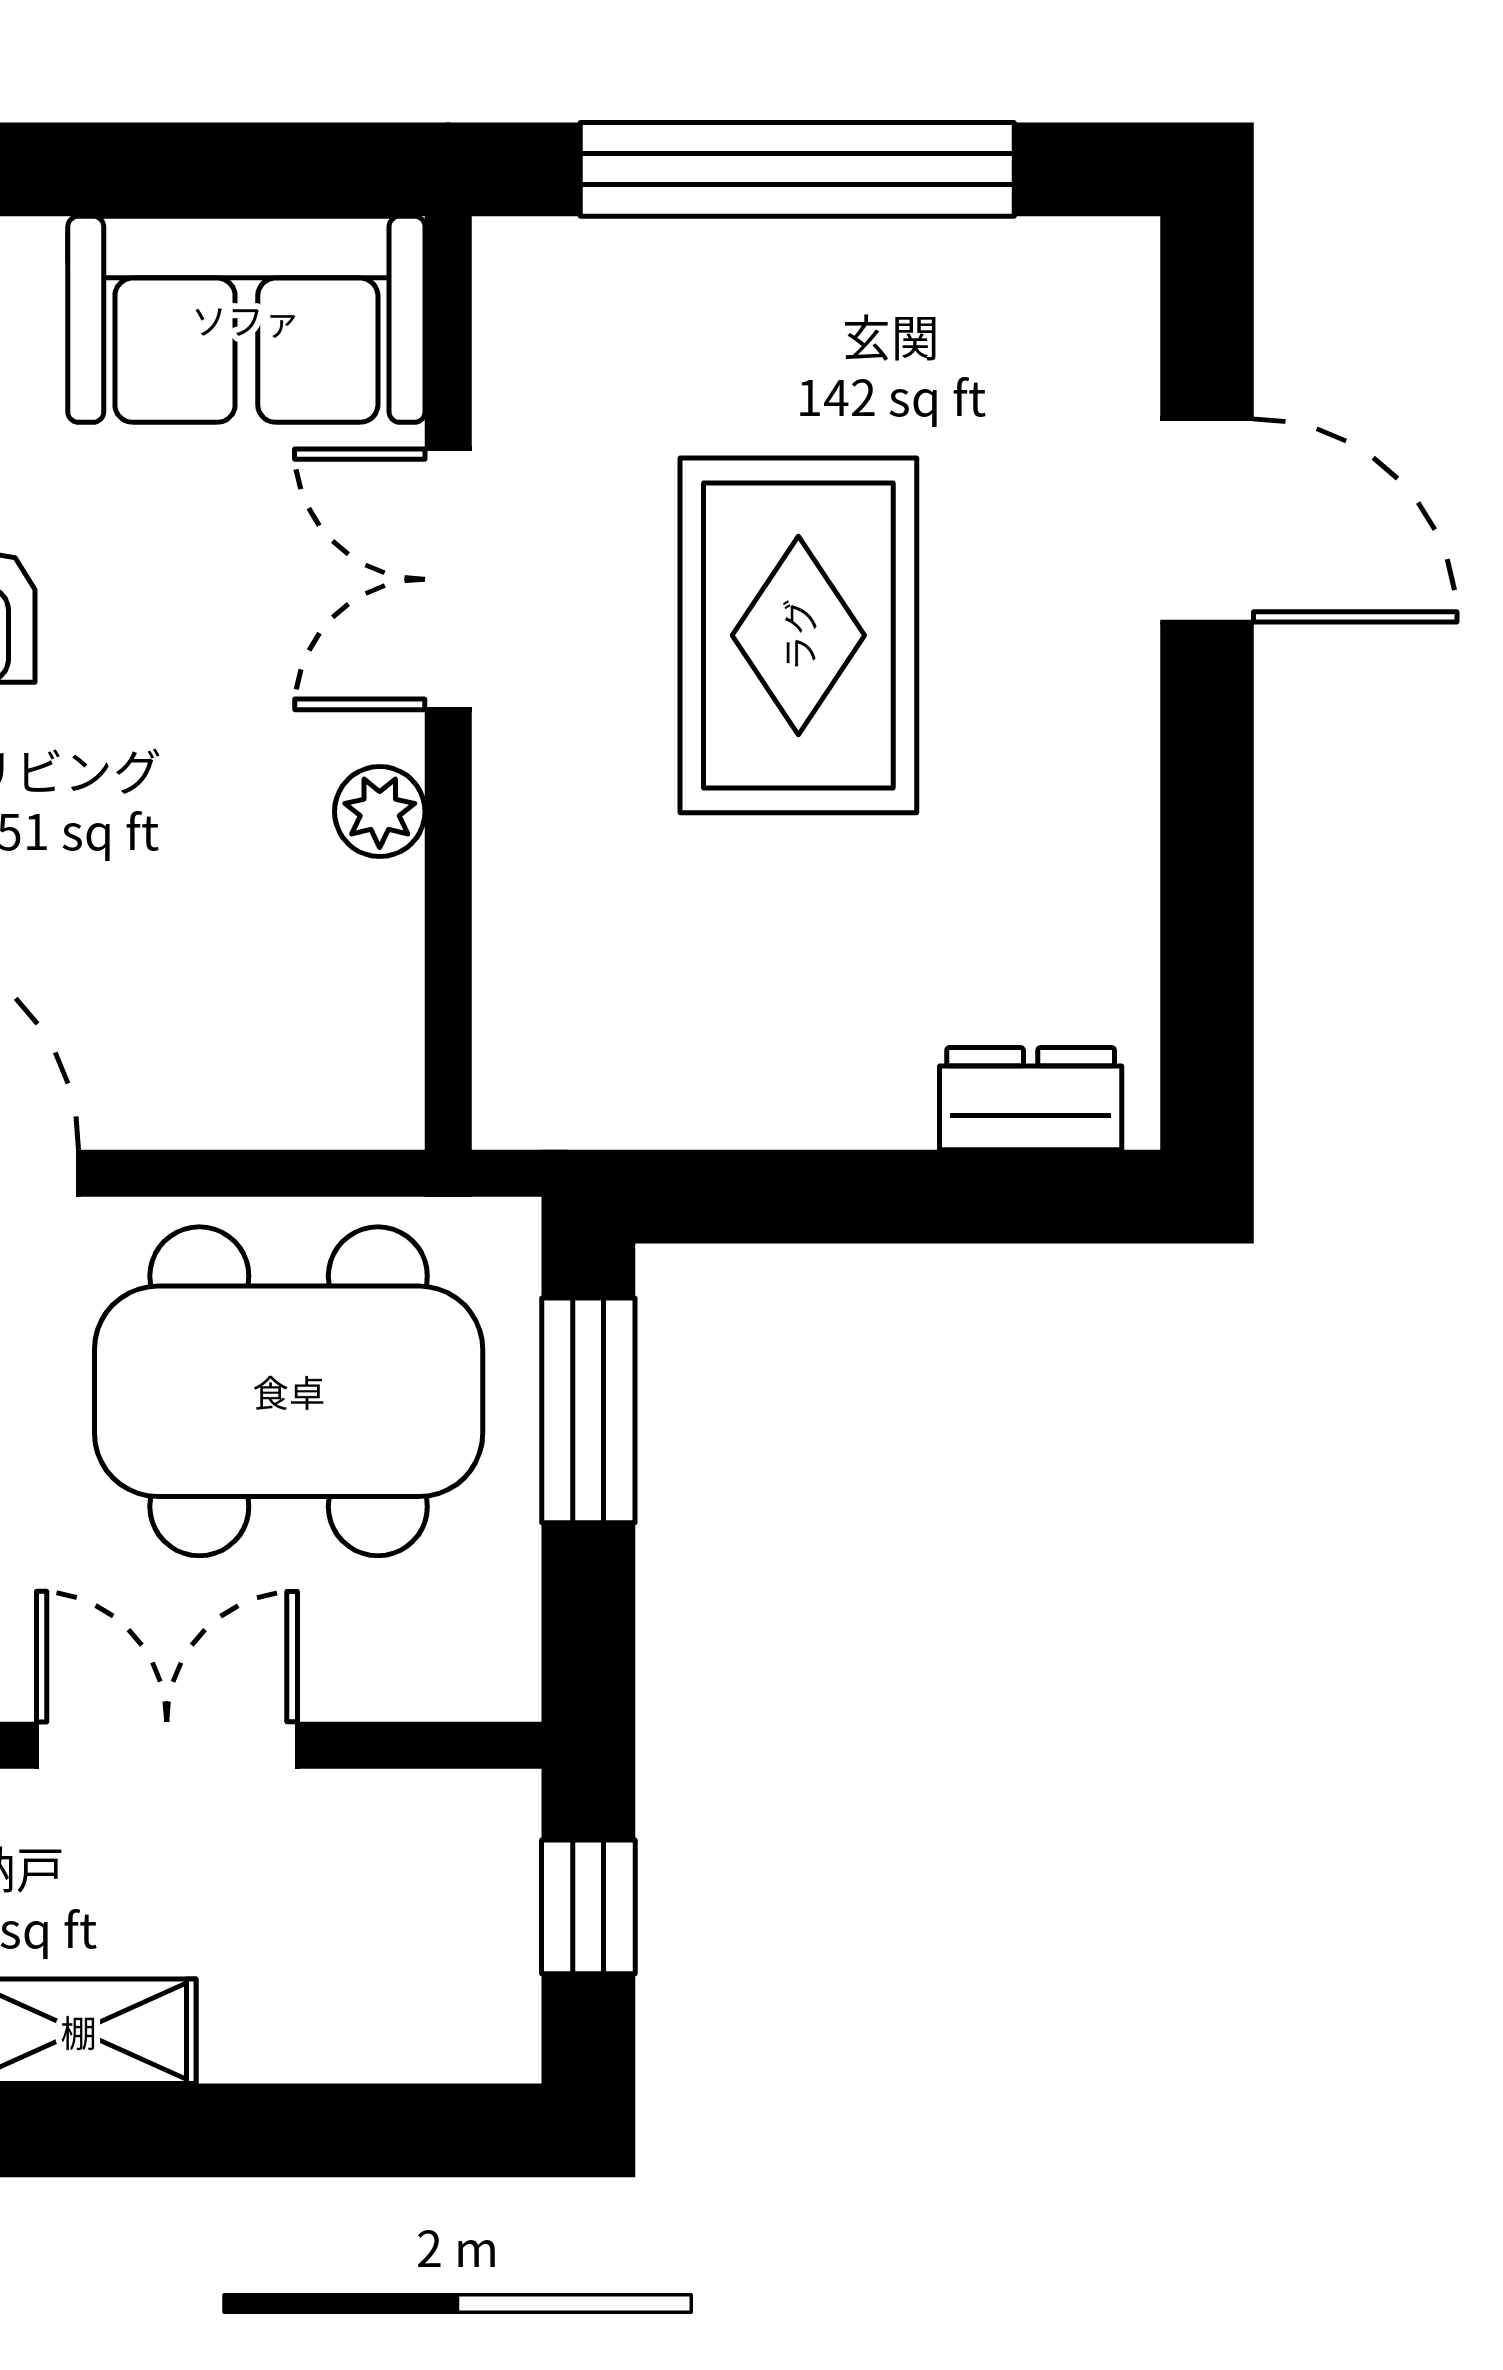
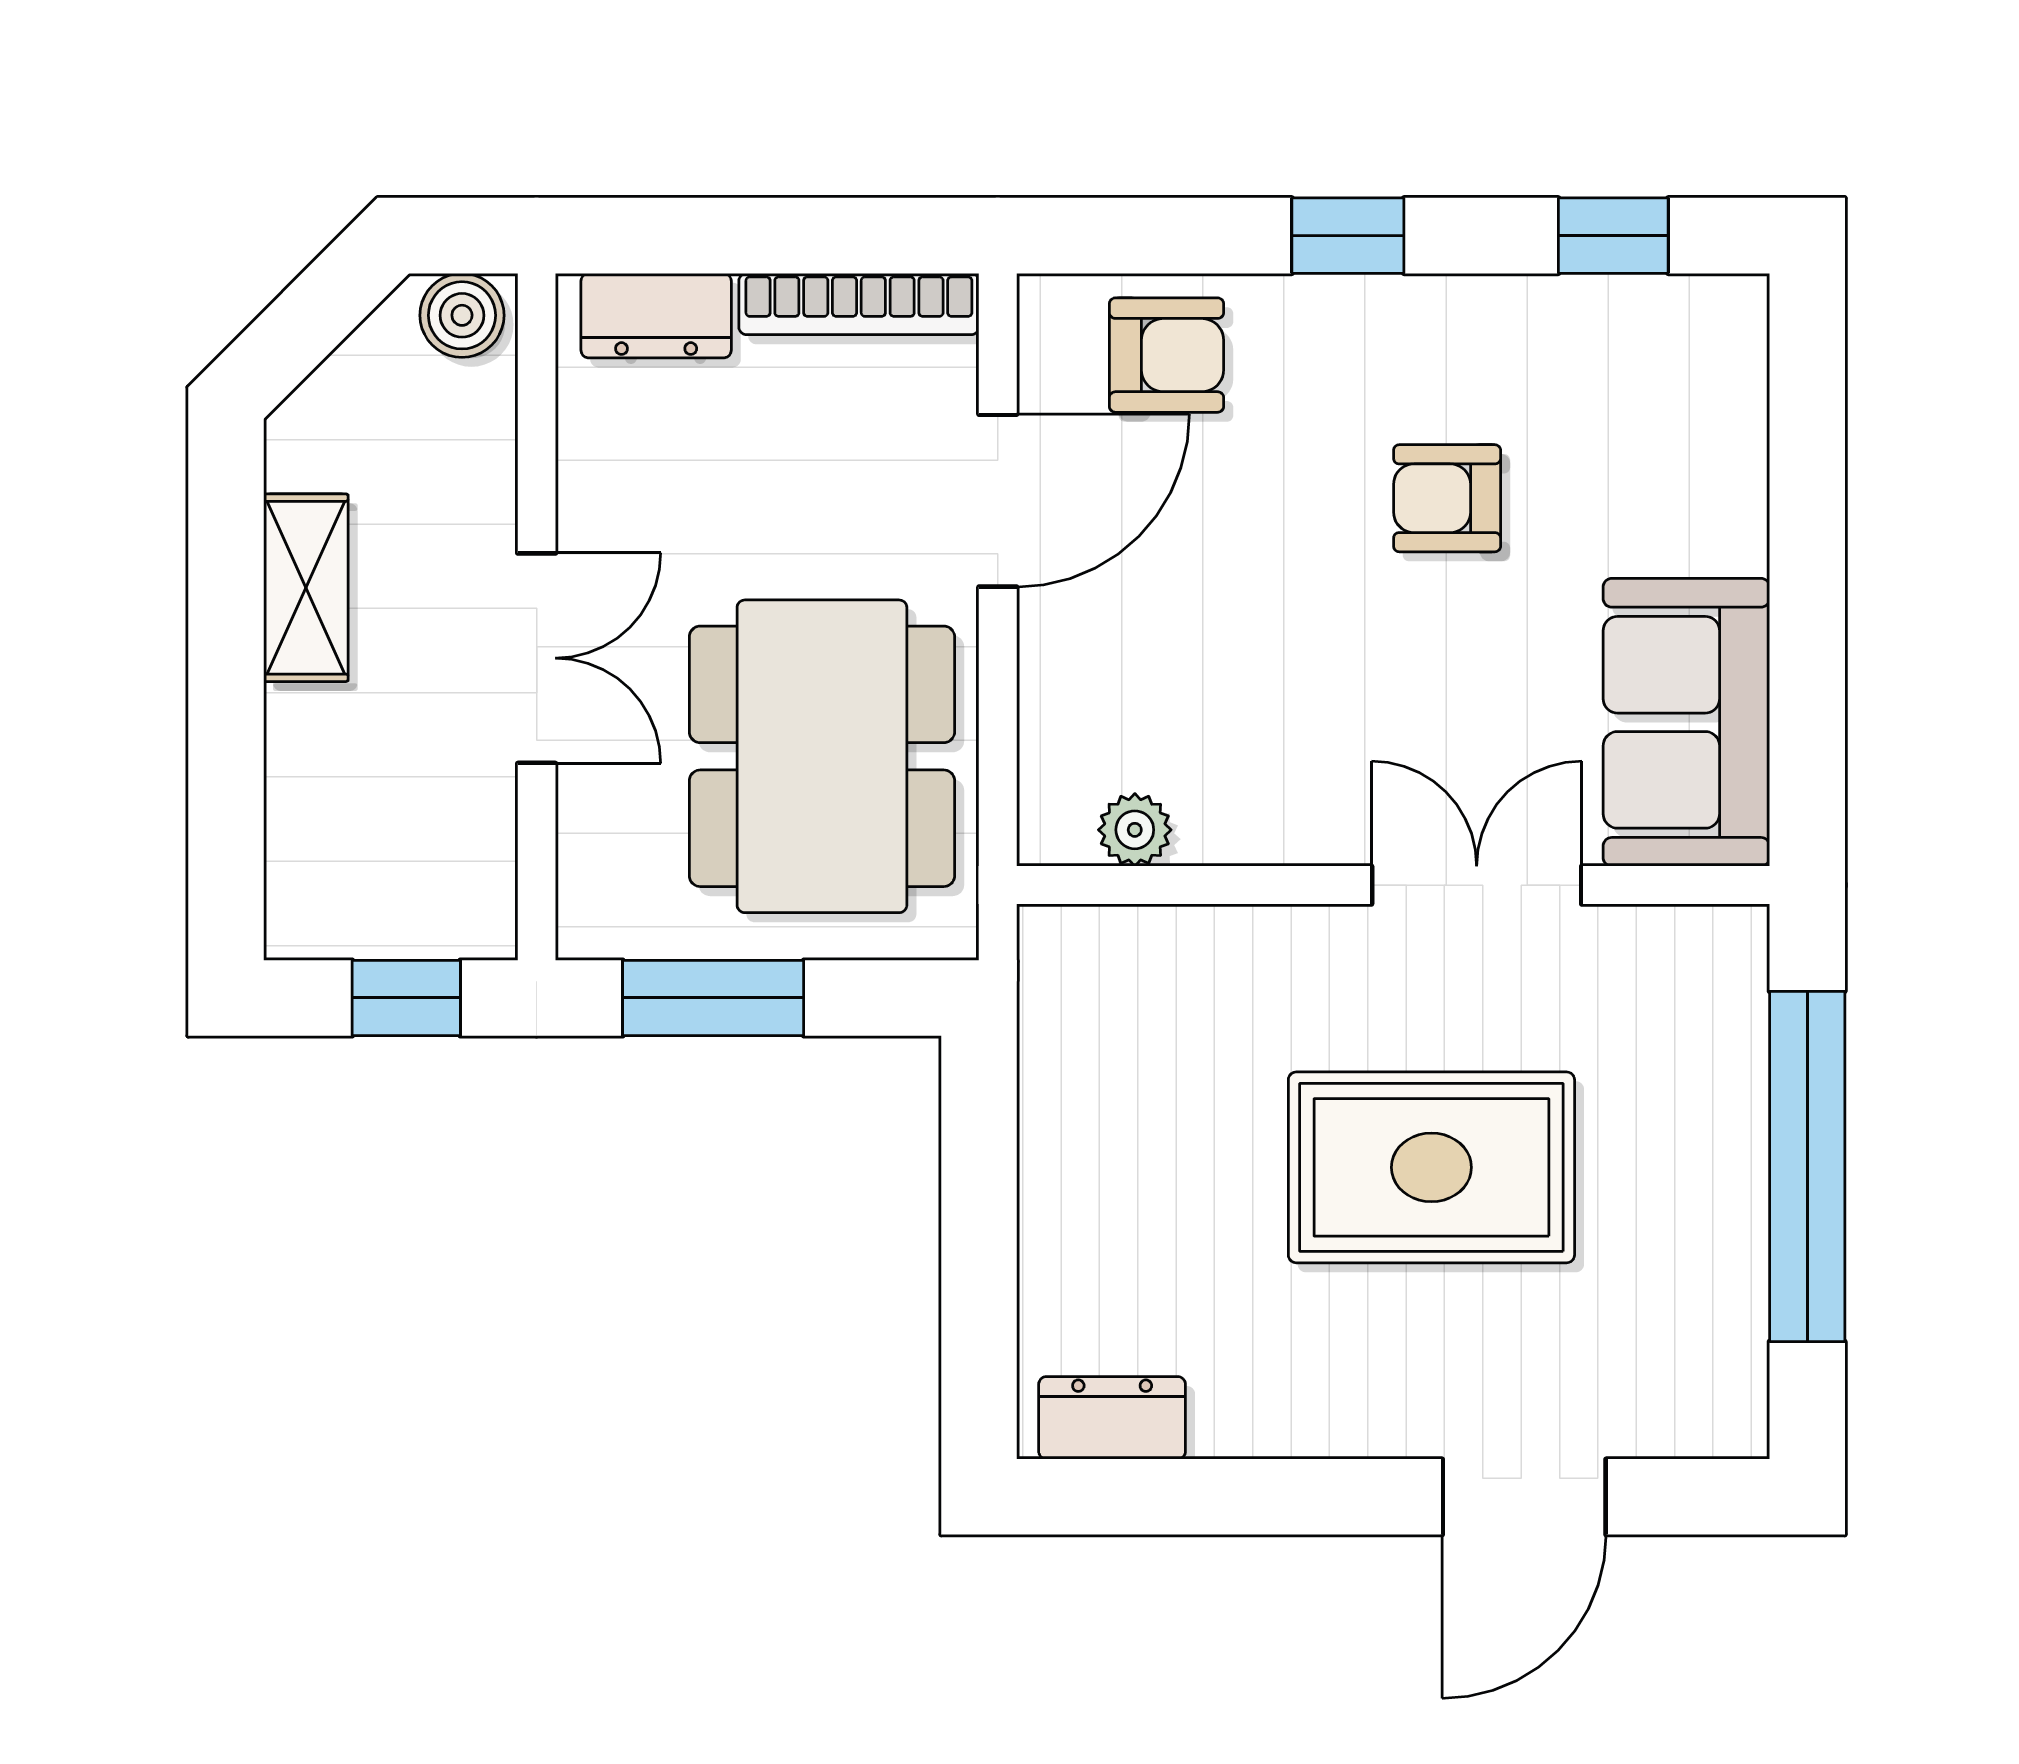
plant: (380, 812) -> (1135, 830), moved
dresser: (1031, 1099) -> (1112, 1418), moved, turned -90
window: (588, 1410) -> (713, 998), moved

